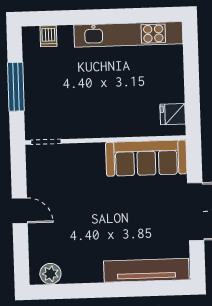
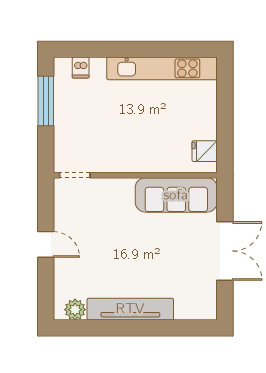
window: (16, 87) -> (46, 101), moved
tv unit: (146, 270) -> (130, 309), moved

